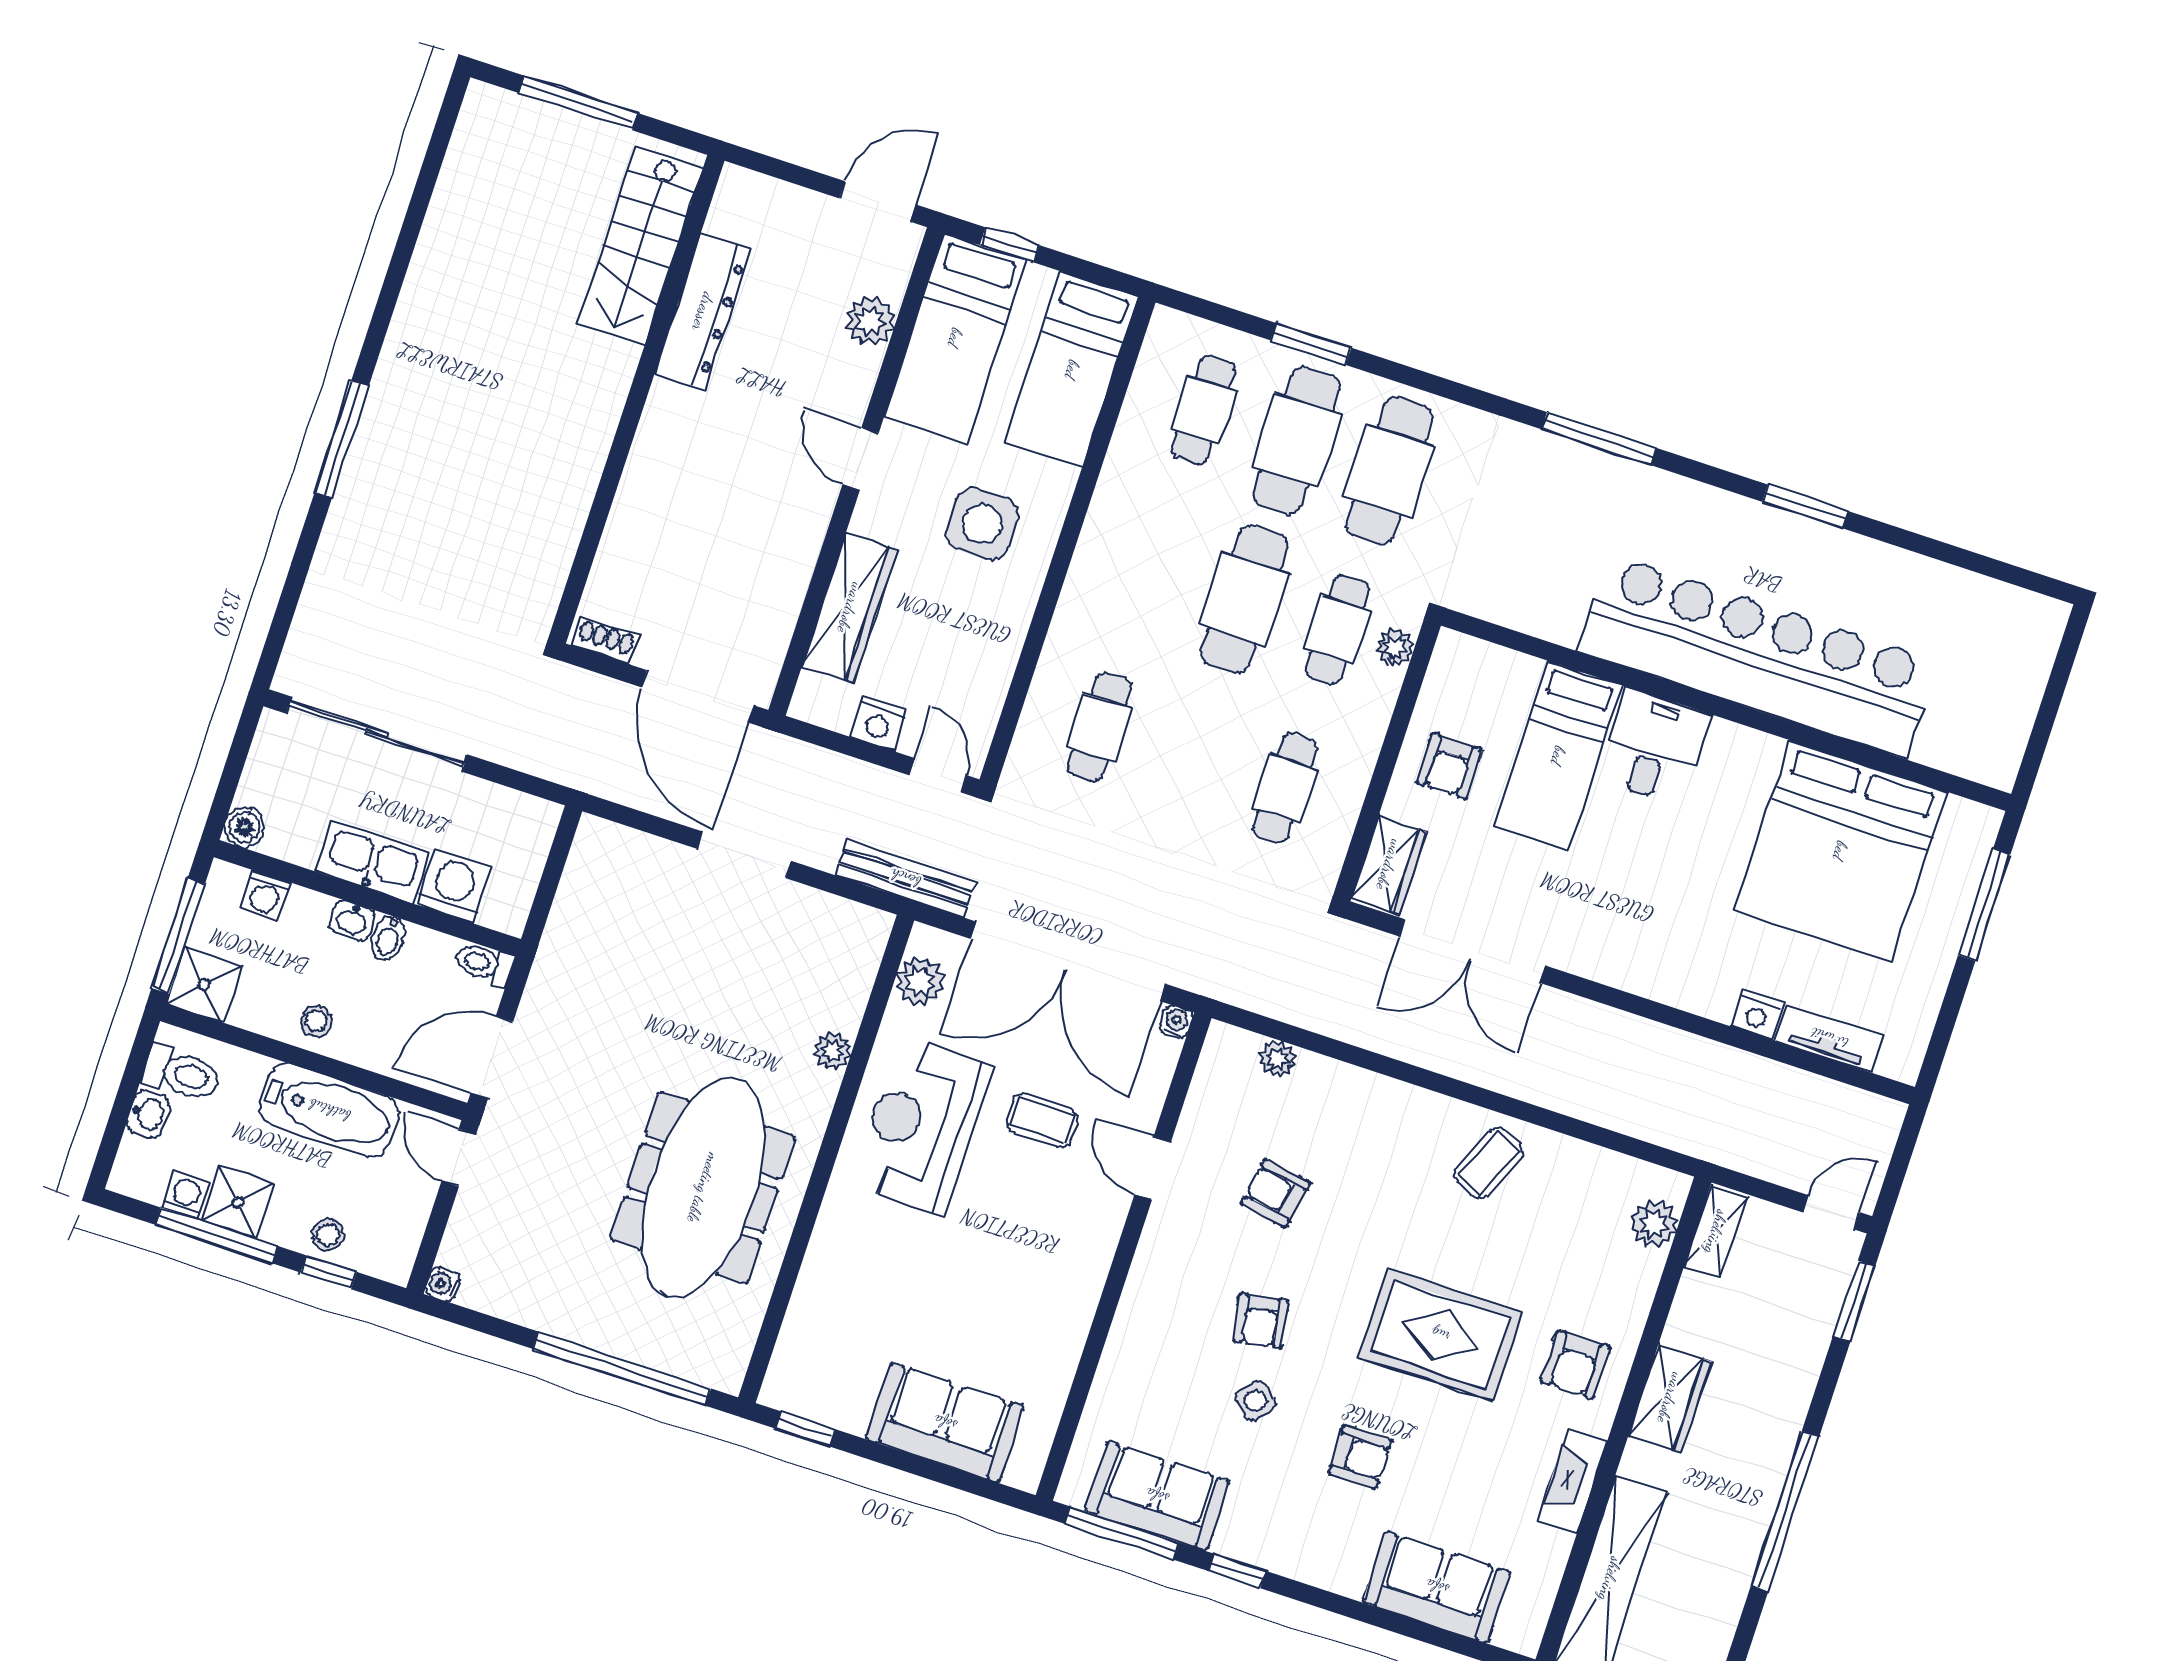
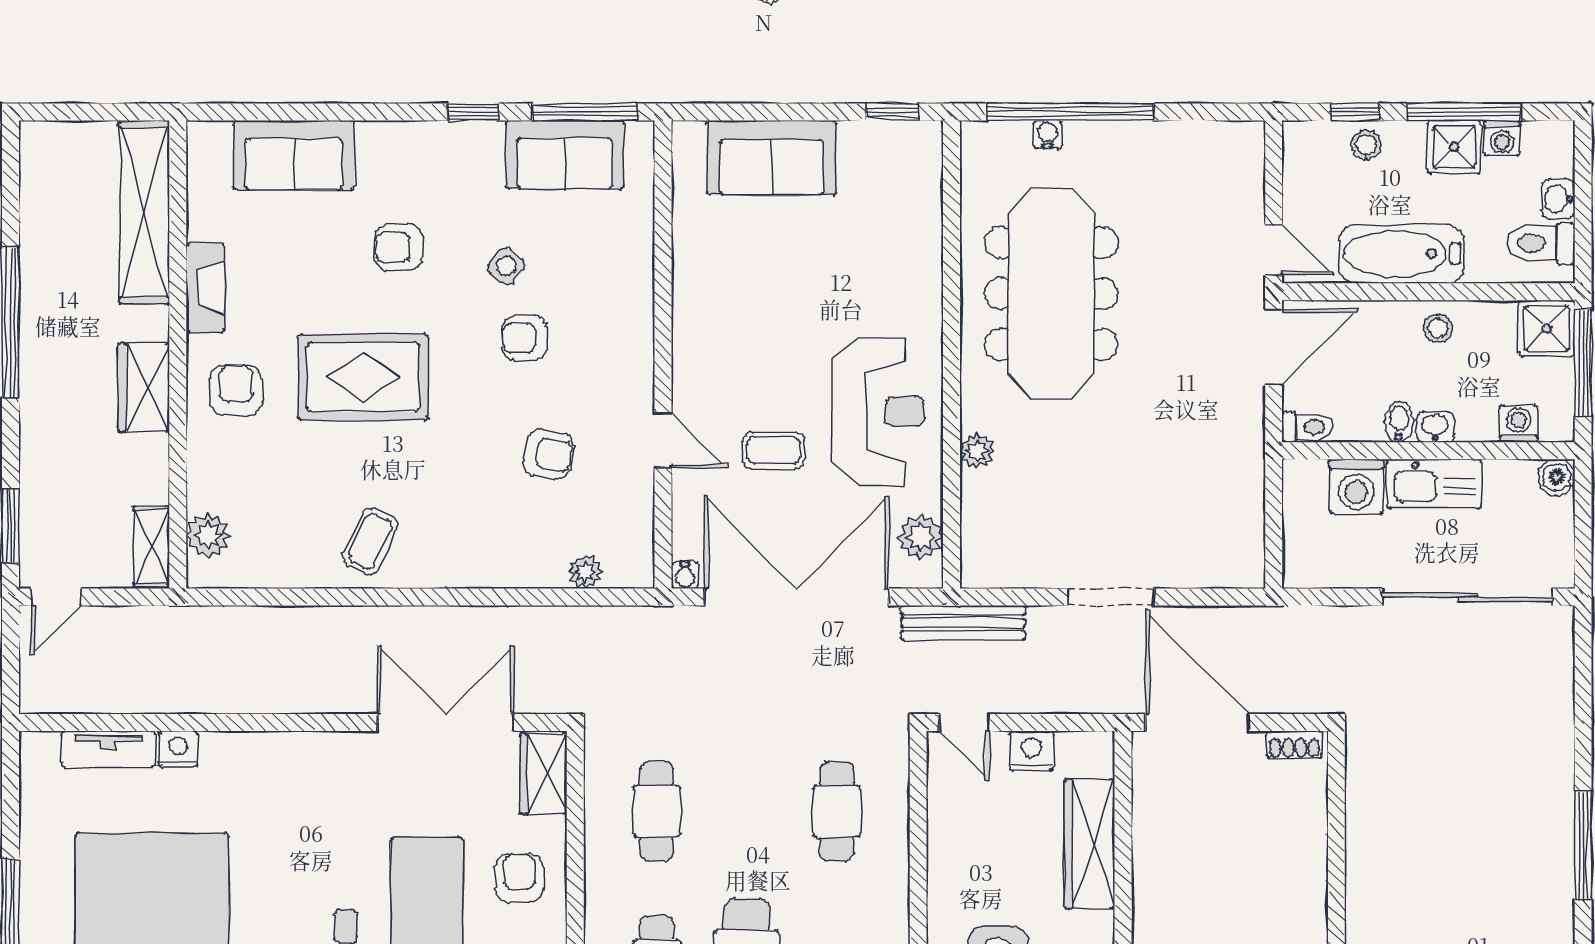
water cooler: (443, 1284) -> (1048, 134), moved, turned -90
armchair: (1261, 1321) -> (525, 338), turned -80

